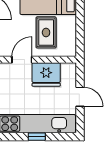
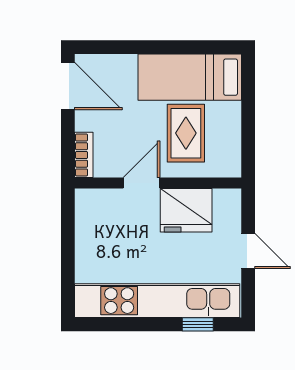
window: (37, 137) -> (198, 324), moved

